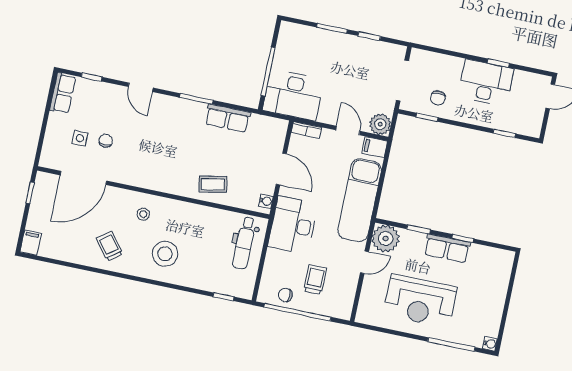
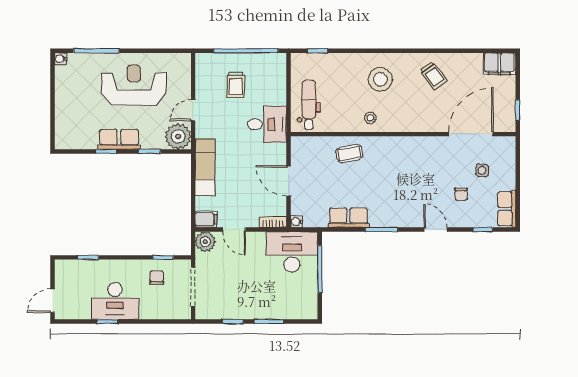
chair: (106, 141) -> (461, 194), moved
exam couch: (360, 200) -> (205, 167), width x0.73, depth x0.69
water cooler: (266, 201) -> (297, 222), moved
stool: (143, 214) -> (370, 118), moved
desk: (293, 225) -> (267, 124), width x0.73
filing cabinet: (31, 243) -> (499, 64), width x2.00
chair: (285, 295) -> (260, 64), removed

